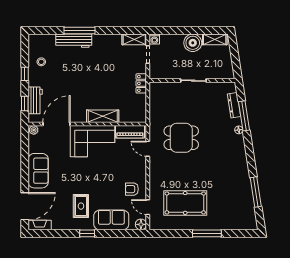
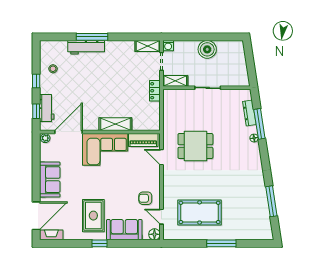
shelving: (215, 39) -> (175, 81), moved
rug: (81, 206) -> (93, 216), width x1.36, depth x1.43

